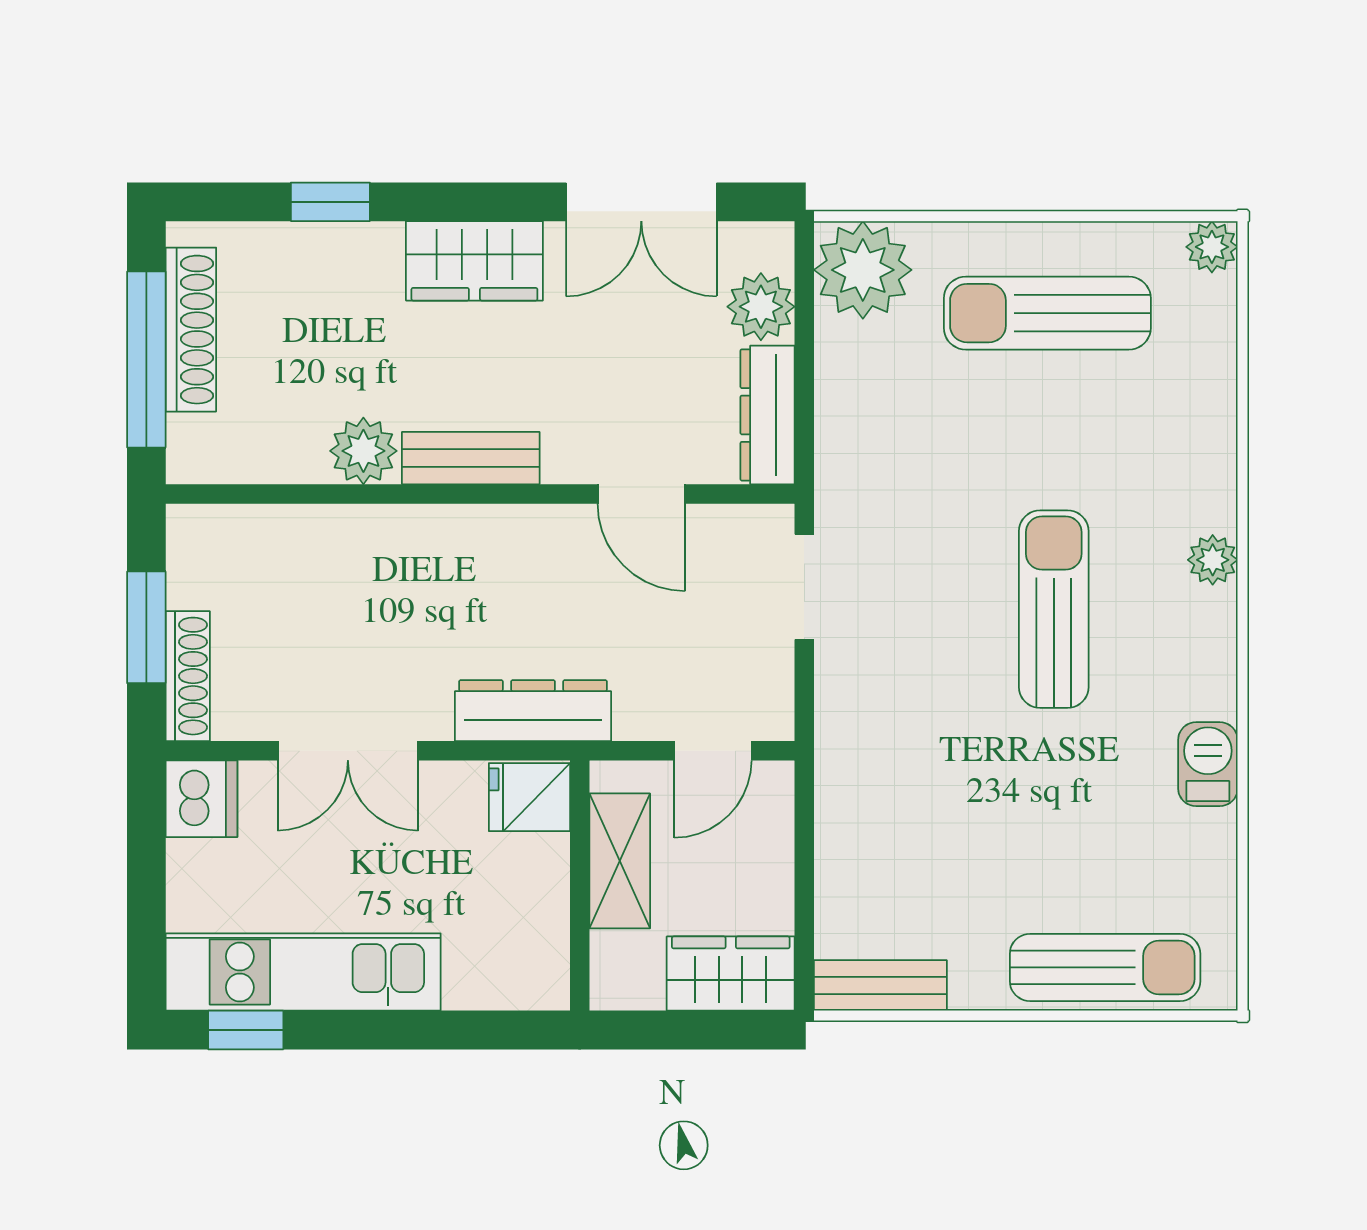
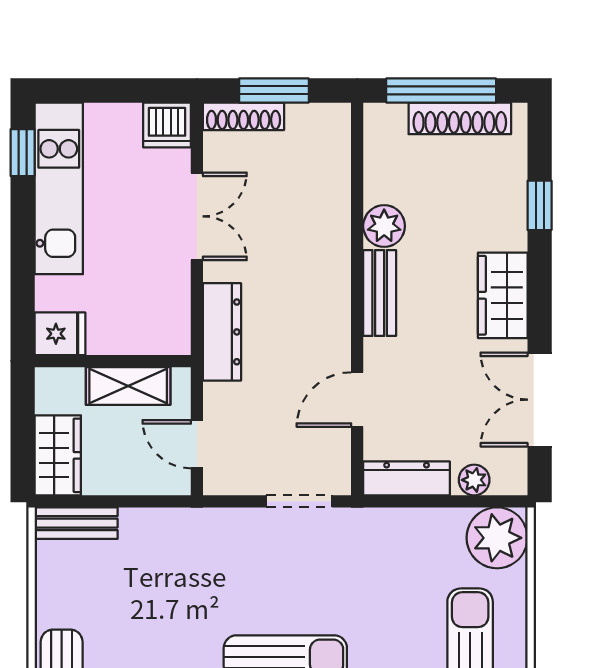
plant: (761, 307) -> (474, 480), width x0.73, depth x0.73
double door: (348, 751) -> (197, 216), swing flipped
fridge: (529, 797) -> (60, 334), moved, turned 90
bench: (880, 985) -> (76, 523), moved, turned 90

